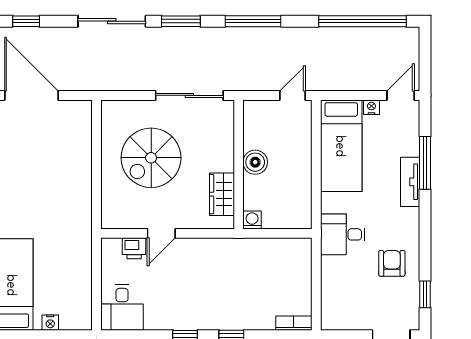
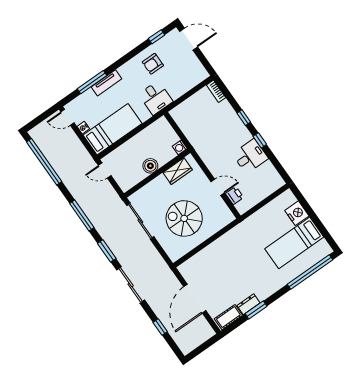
spiral stairs: (151, 158) -> (184, 218), turned 180
desk: (122, 307) -> (250, 156), moved
nightstand: (50, 323) -> (297, 213), width x1.89, depth x1.79

